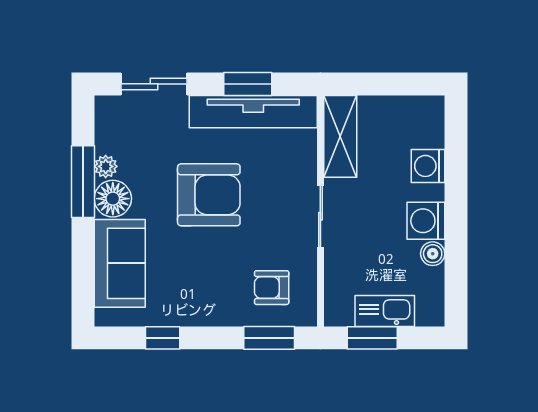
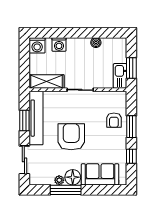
washing machine: (426, 221) -> (37, 45), moved
armchair: (272, 288) -> (114, 120), moved
kitchen sink: (385, 311) -> (120, 76), moved
window: (269, 338) -> (131, 127), moved

